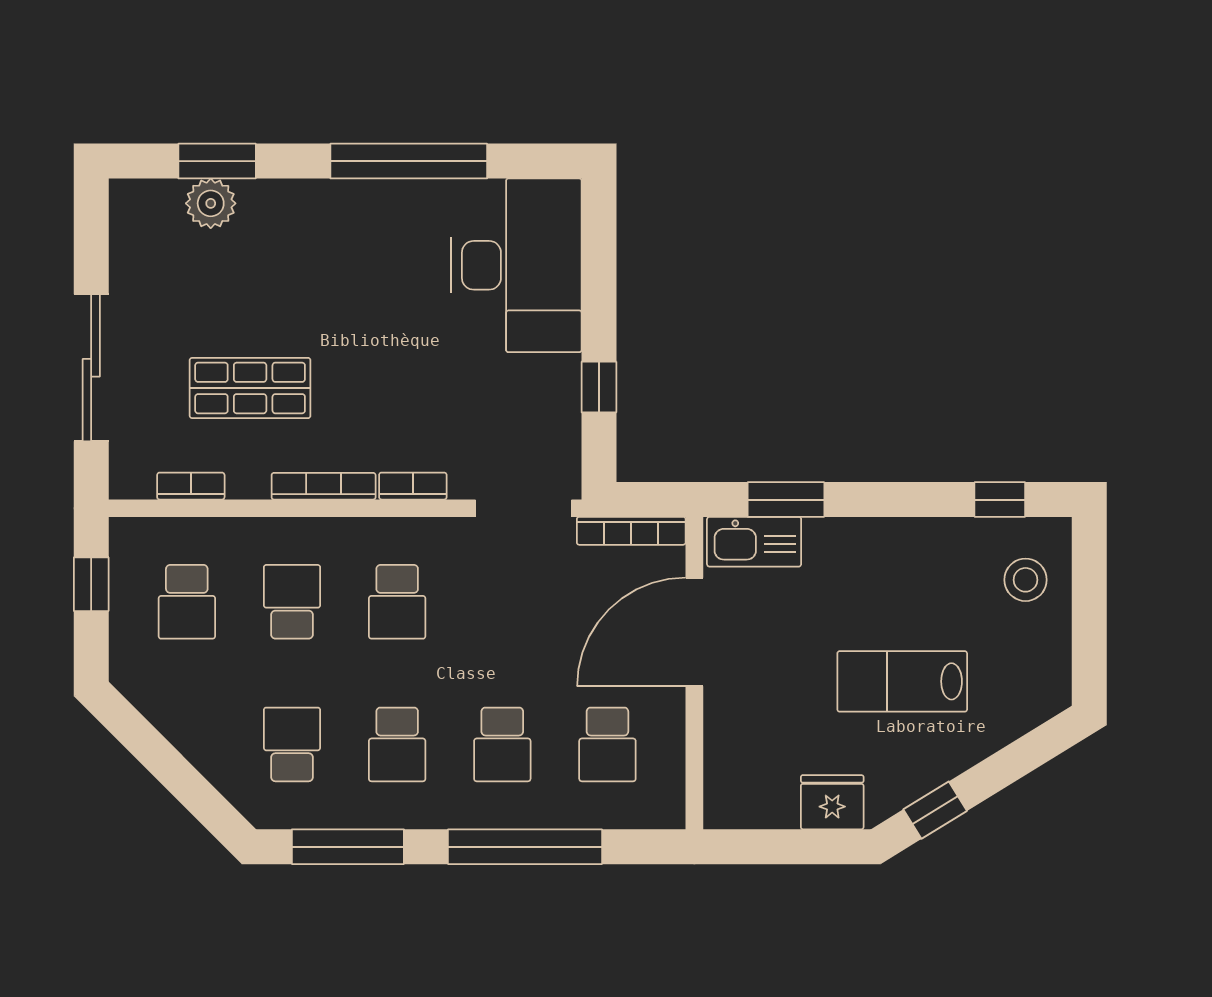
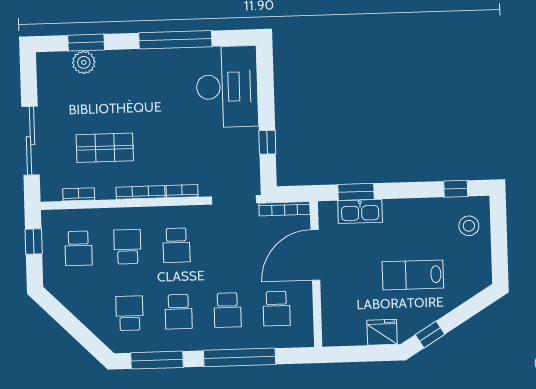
kitchen sink: (754, 542) -> (360, 211), moved

